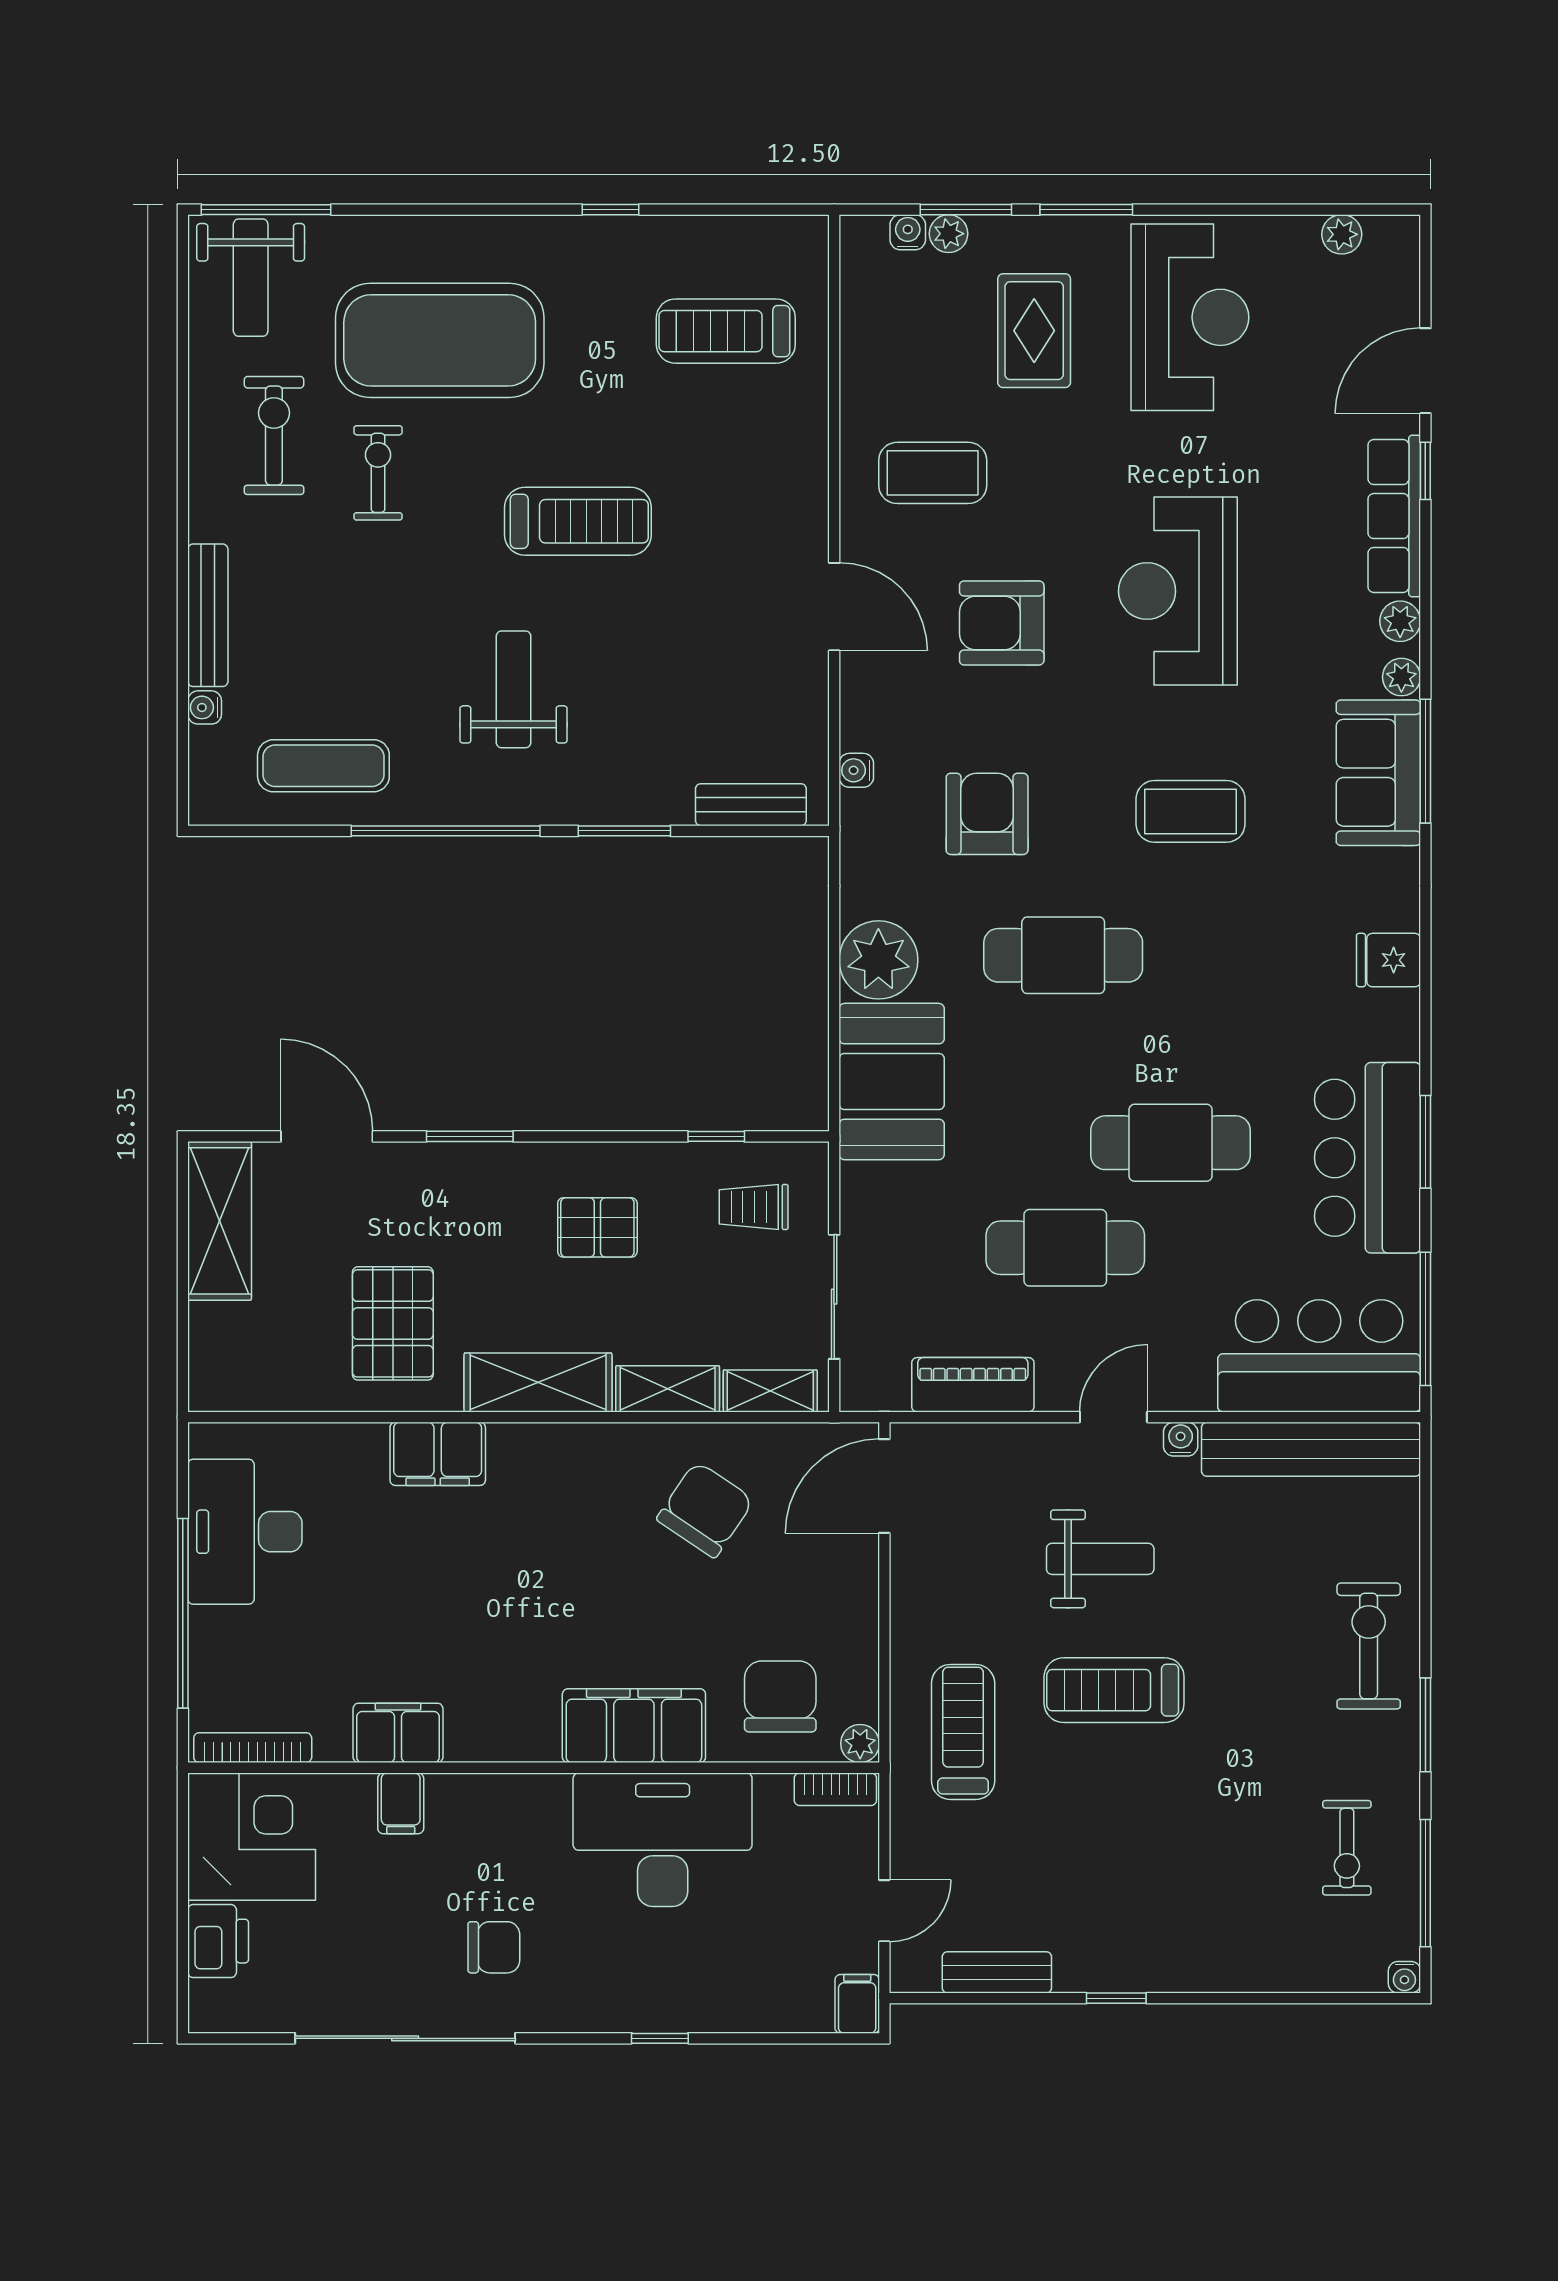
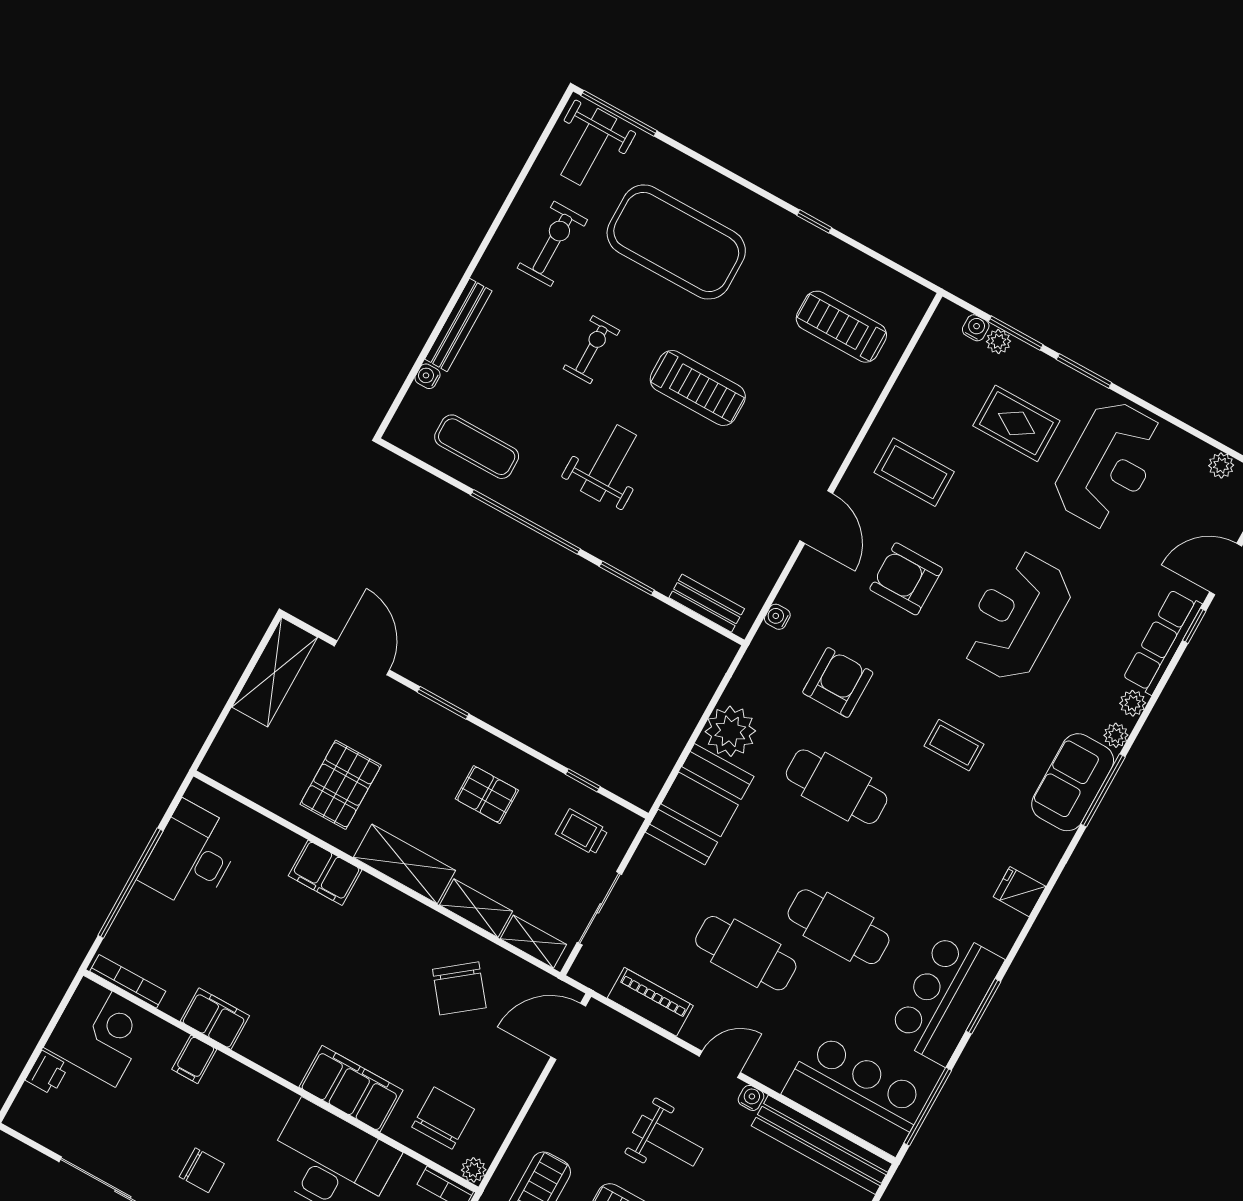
rug: (1034, 331) -> (1016, 423), turned 90
exercise bike: (378, 473) -> (592, 350), moved
coffee table: (1190, 811) -> (954, 745), width x0.73, depth x0.77
chair: (705, 1510) -> (459, 988), turned 108
printer: (218, 1941) -> (47, 1073), width x0.73, depth x0.81

